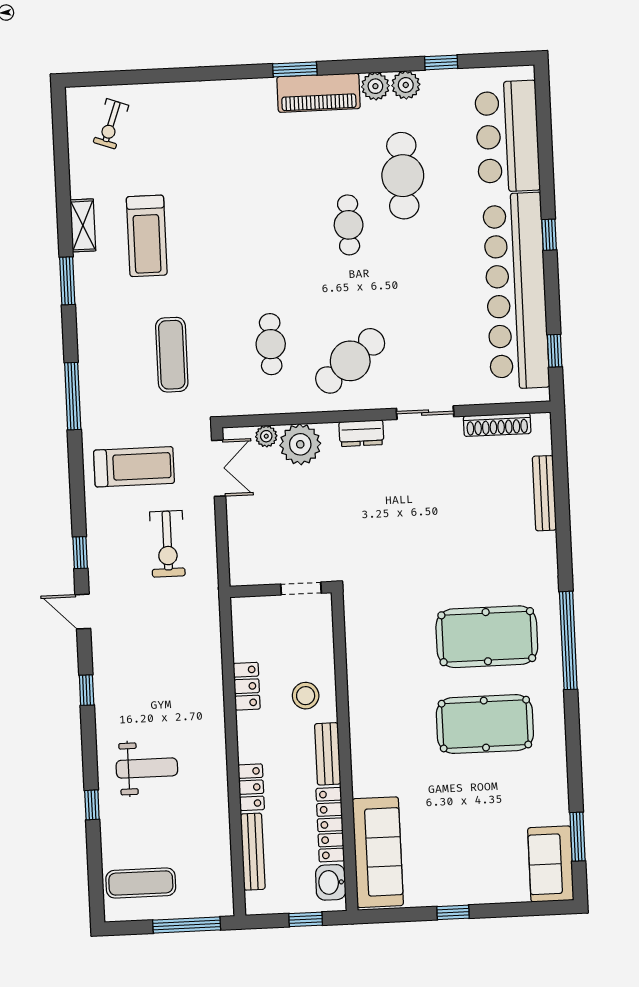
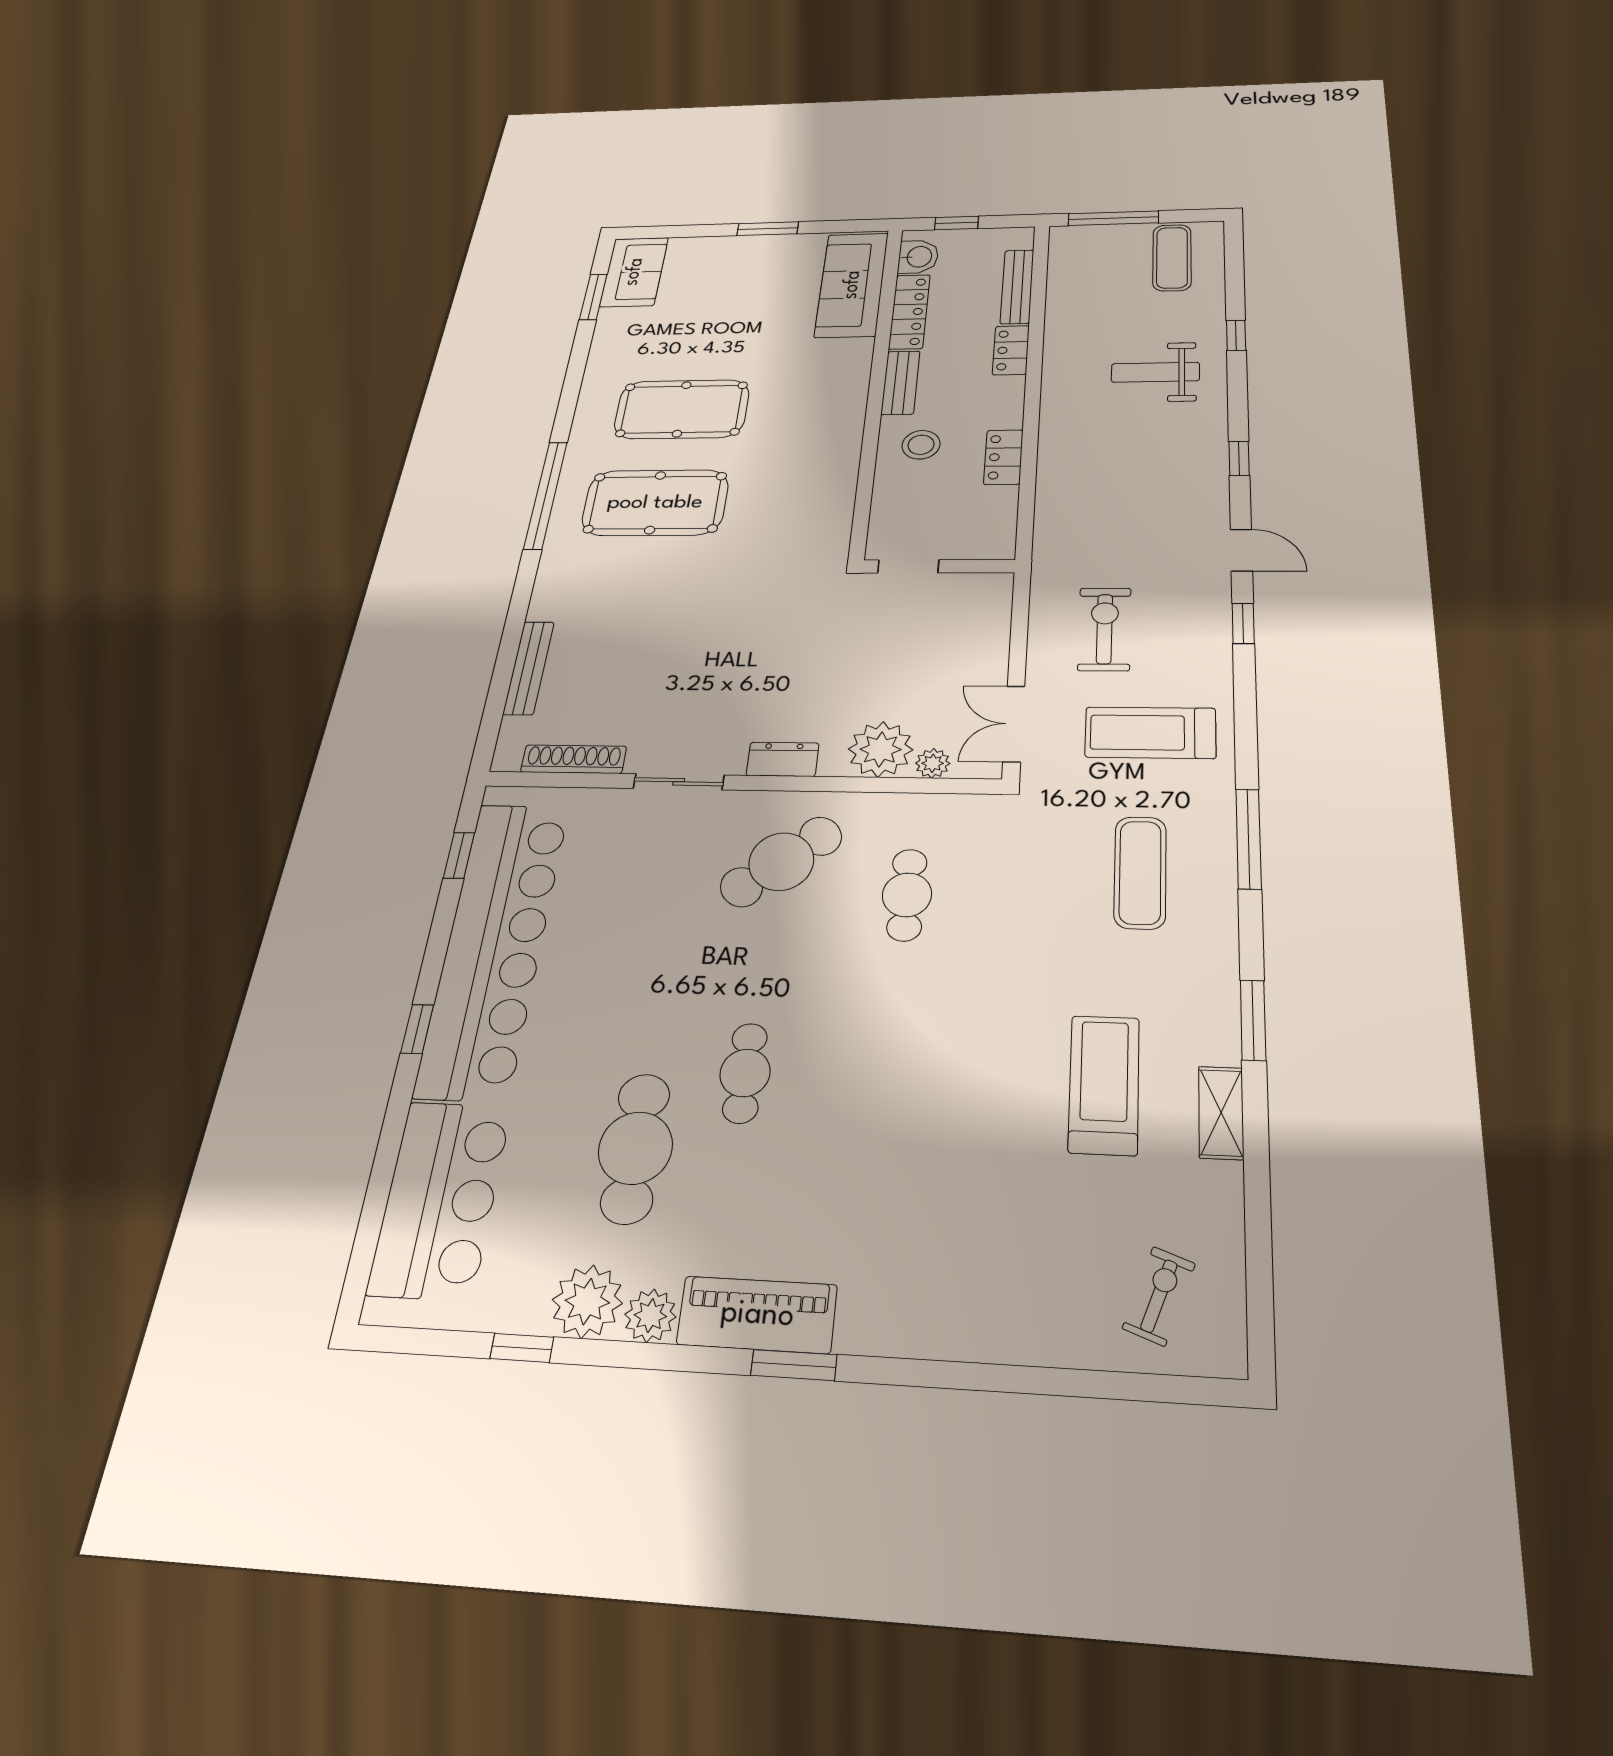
plant: (406, 85) -> (587, 1301), width x1.36, depth x1.36
exercise mat: (172, 355) -> (1140, 872), moved
exercise mat: (141, 883) -> (1172, 258), turned 90
window: (453, 912) -> (768, 229), width x1.50

